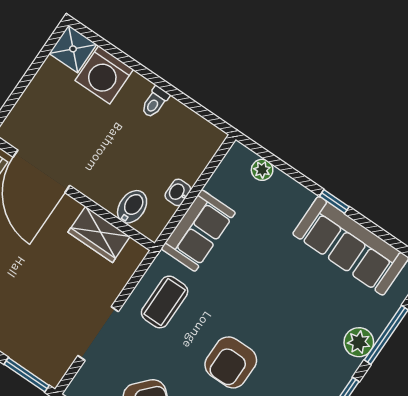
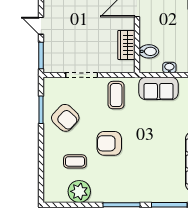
coffee table: (165, 302) -> (116, 95), turned 90
plant: (359, 342) -> (158, 195), removed

